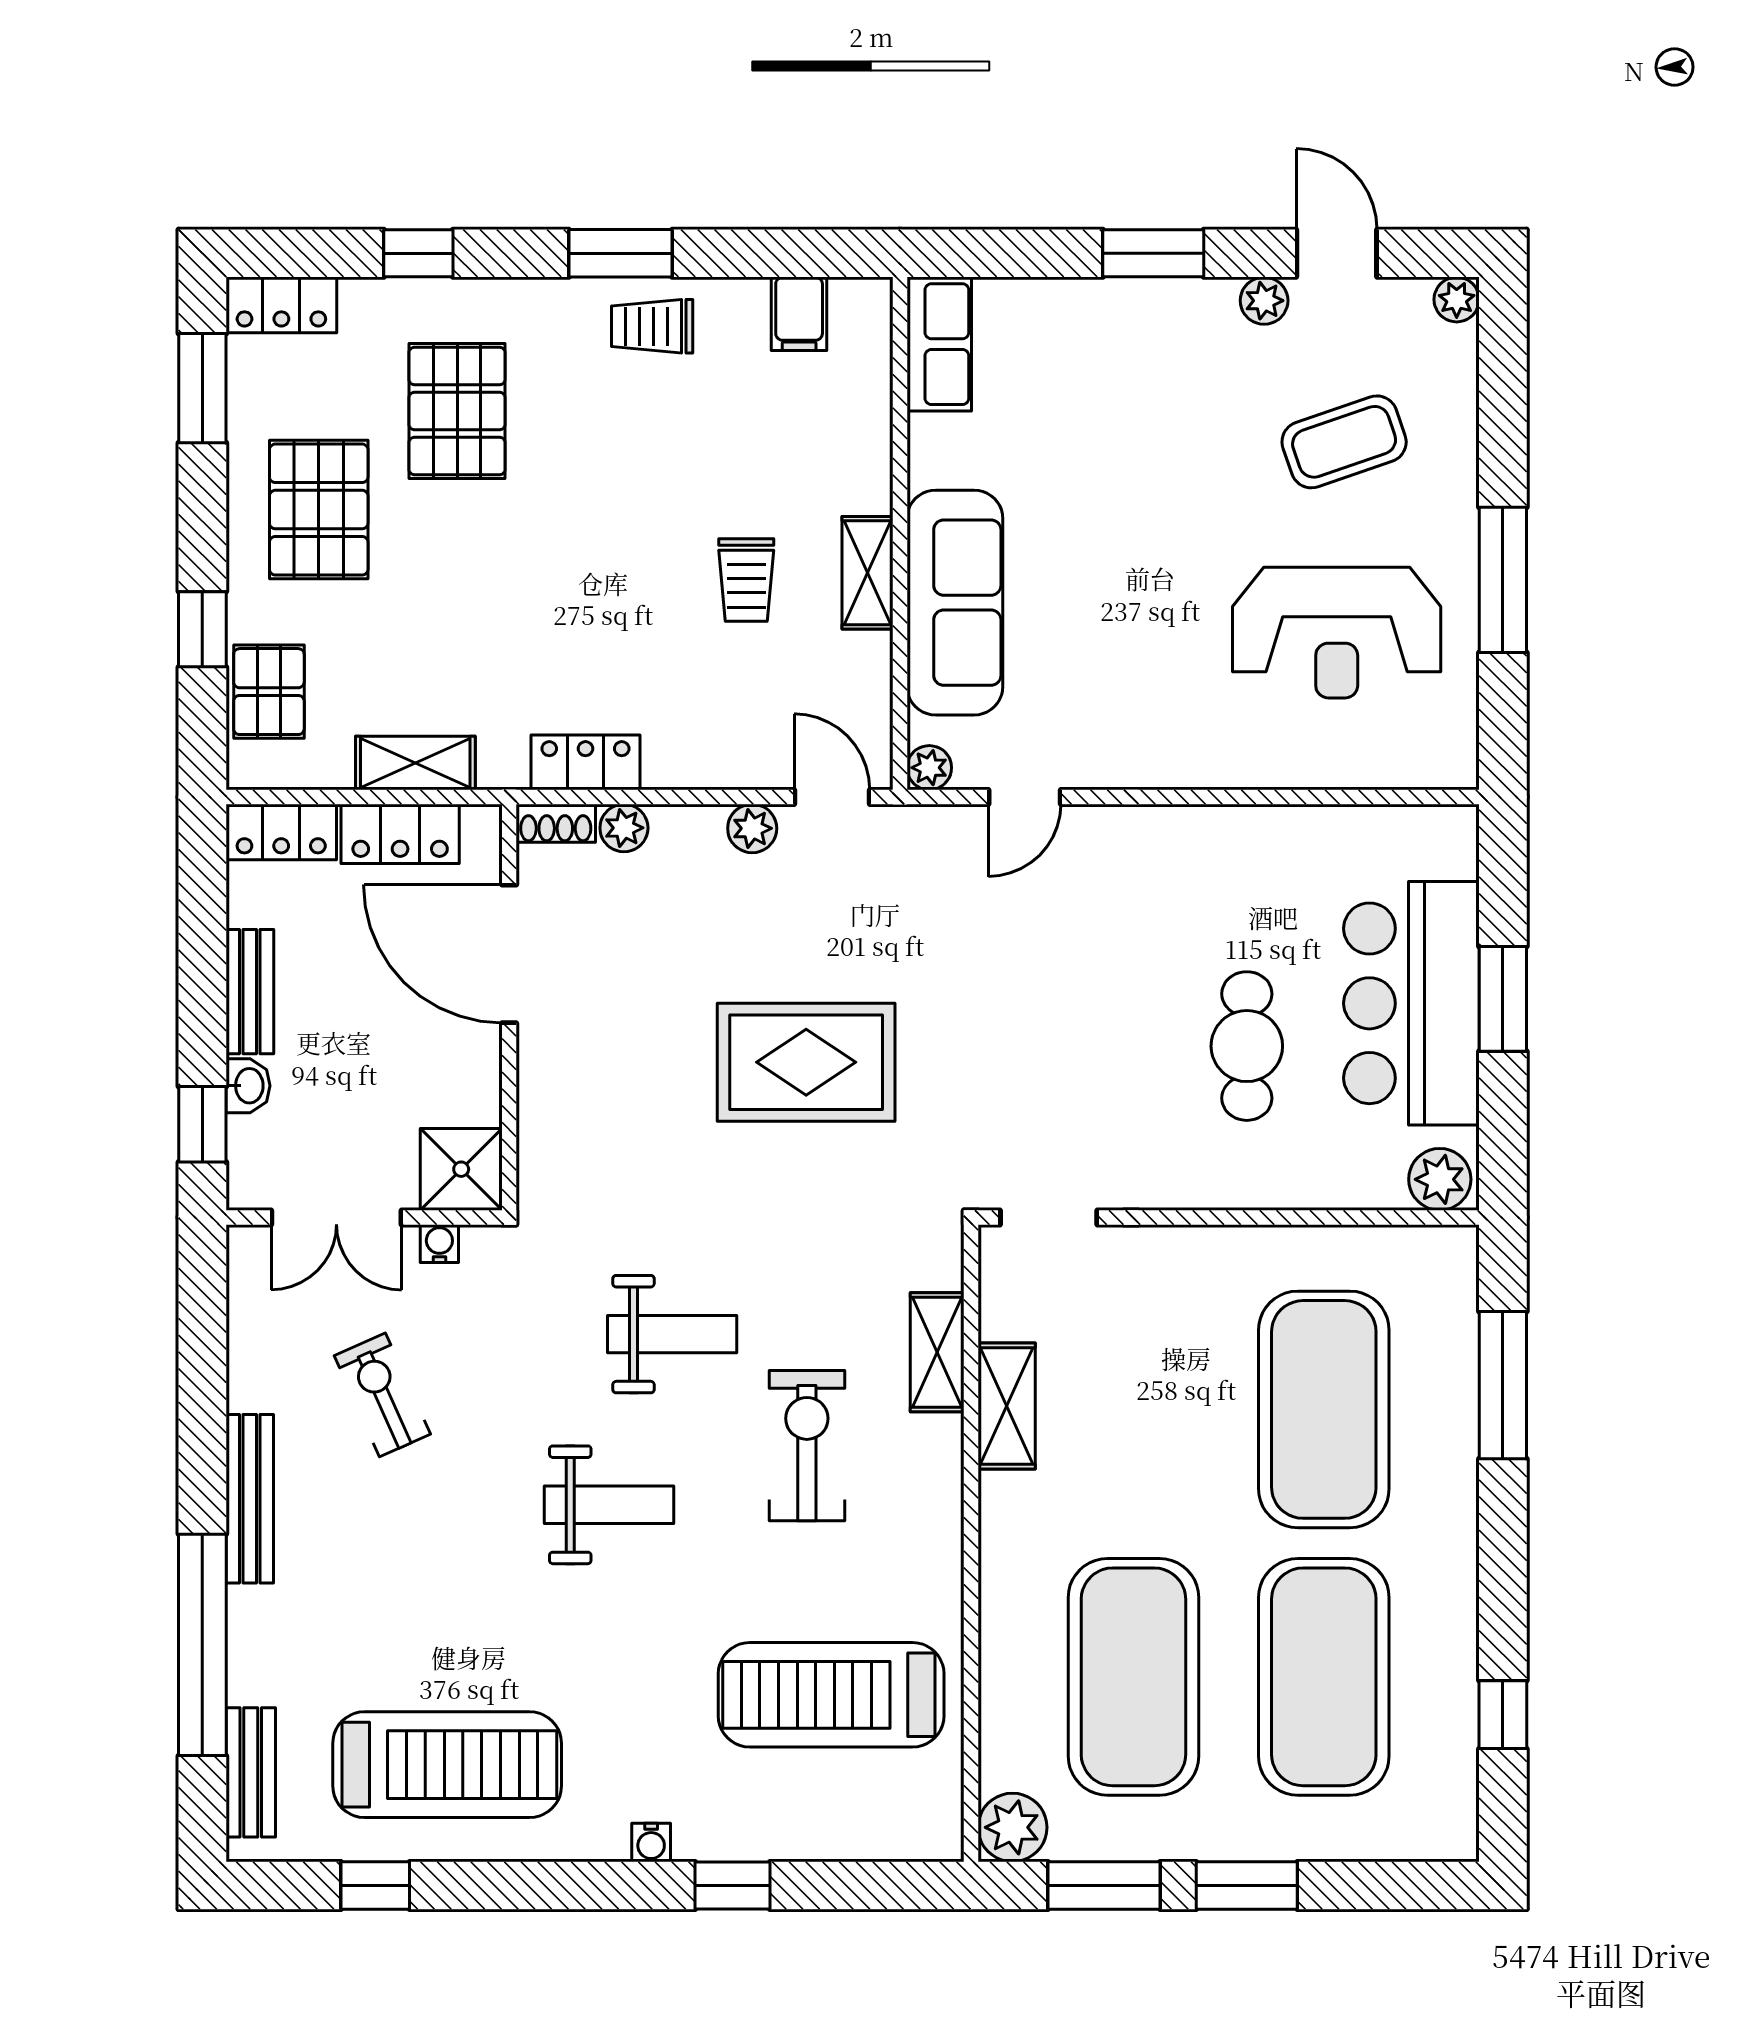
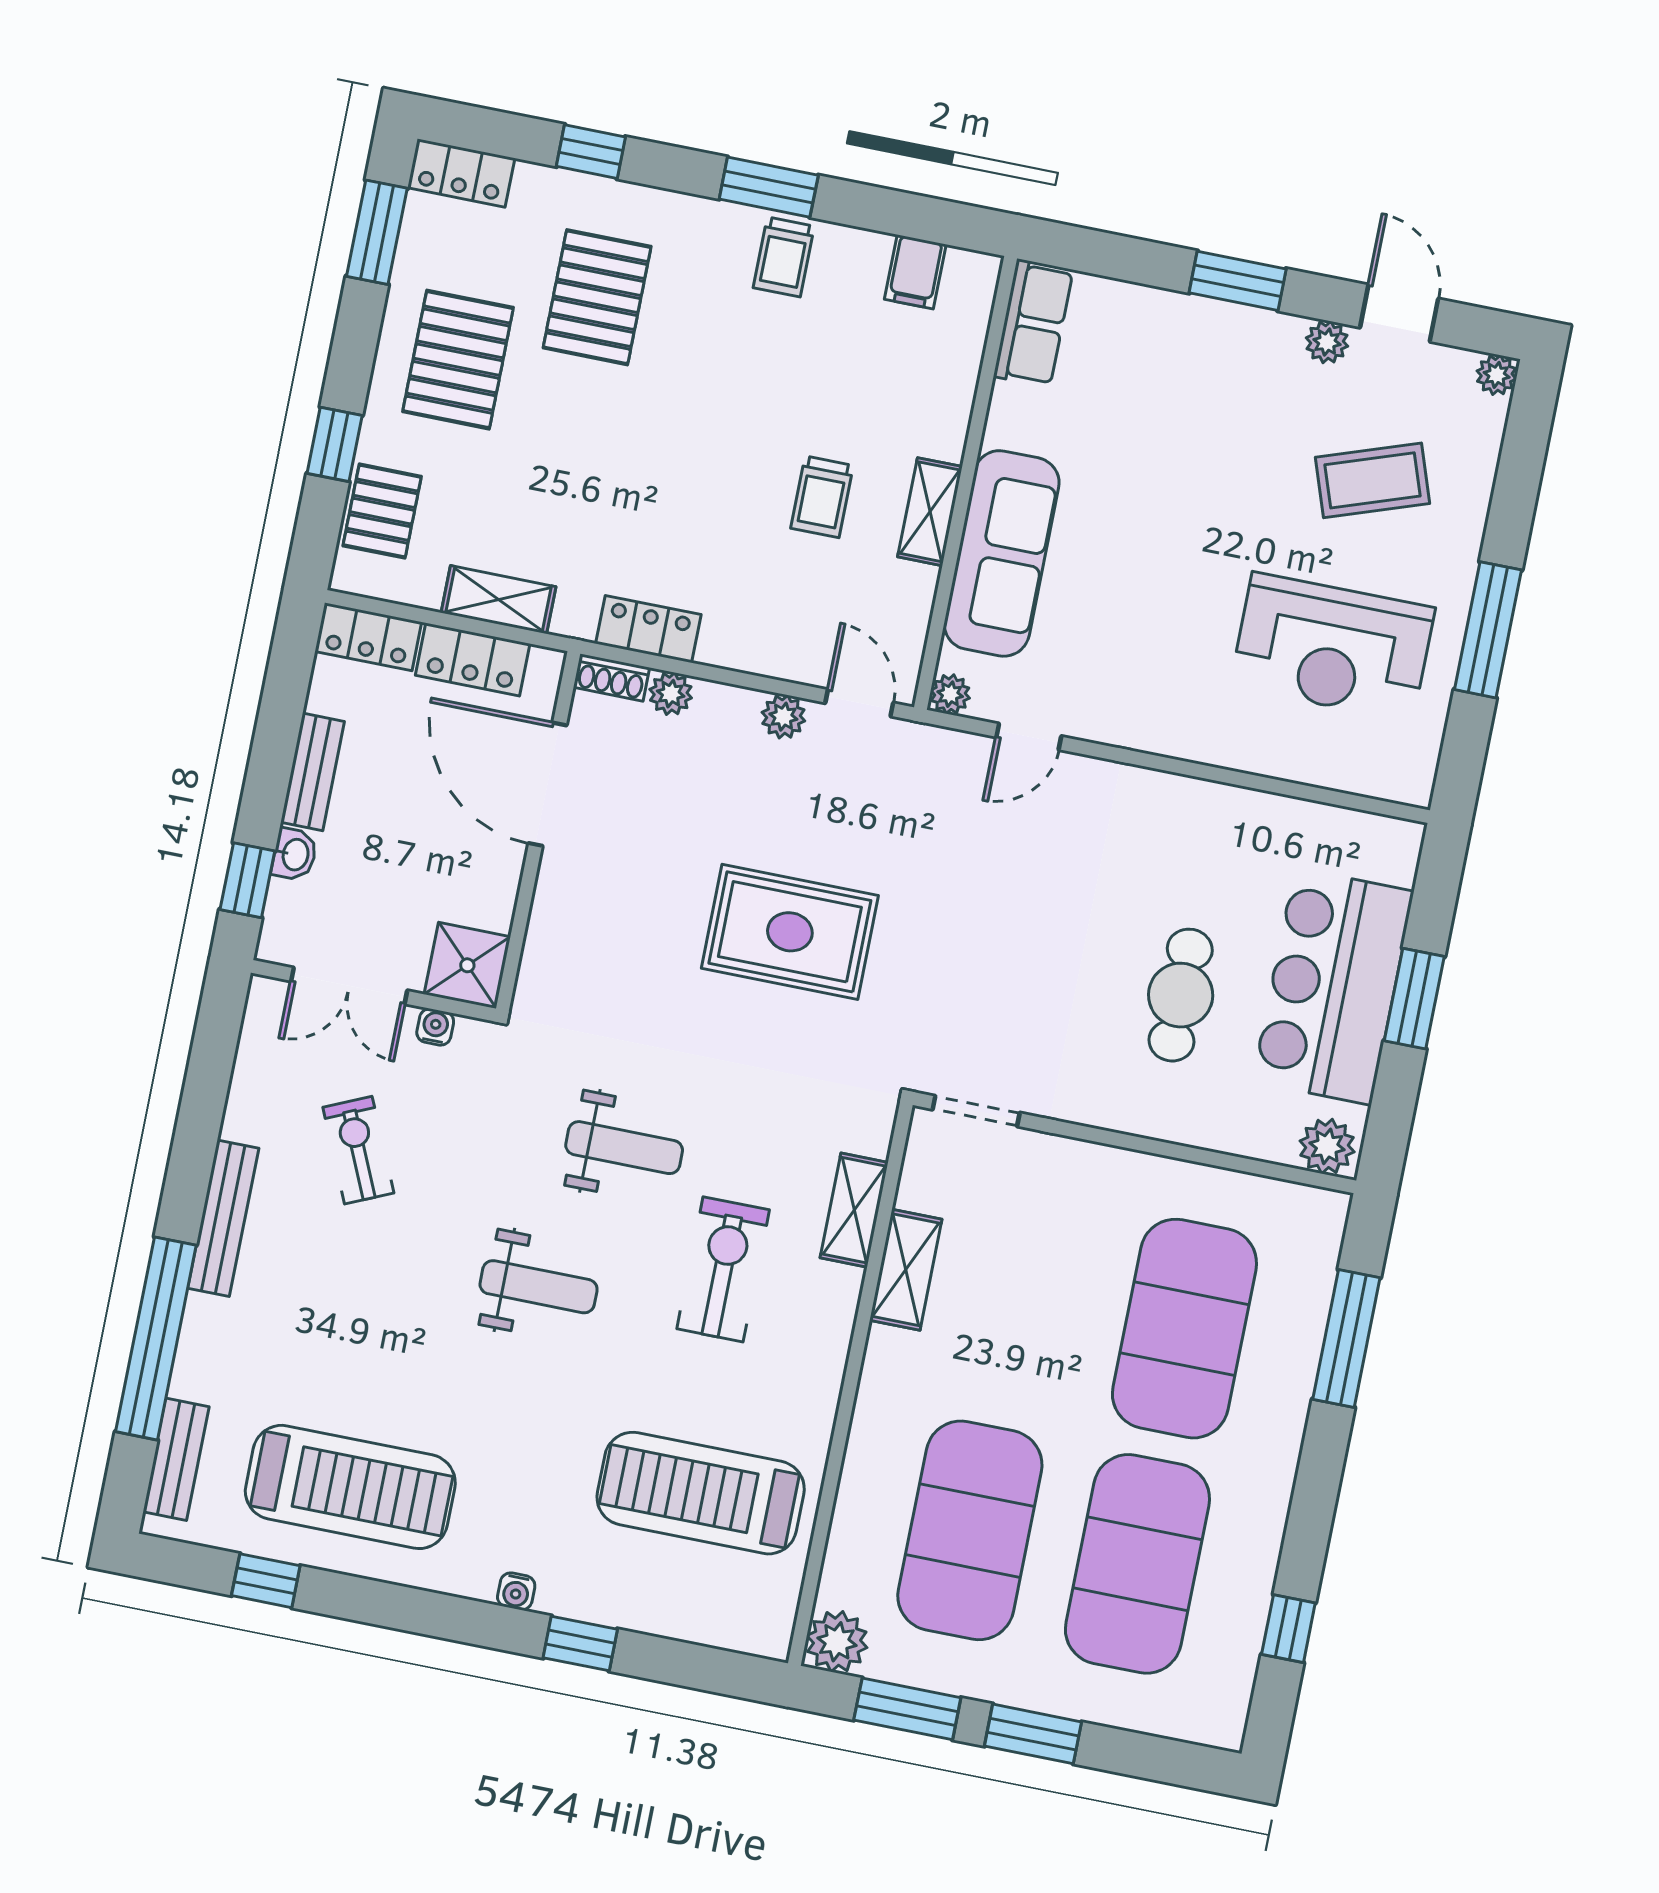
trolley: (652, 326) -> (784, 257), turned -90

